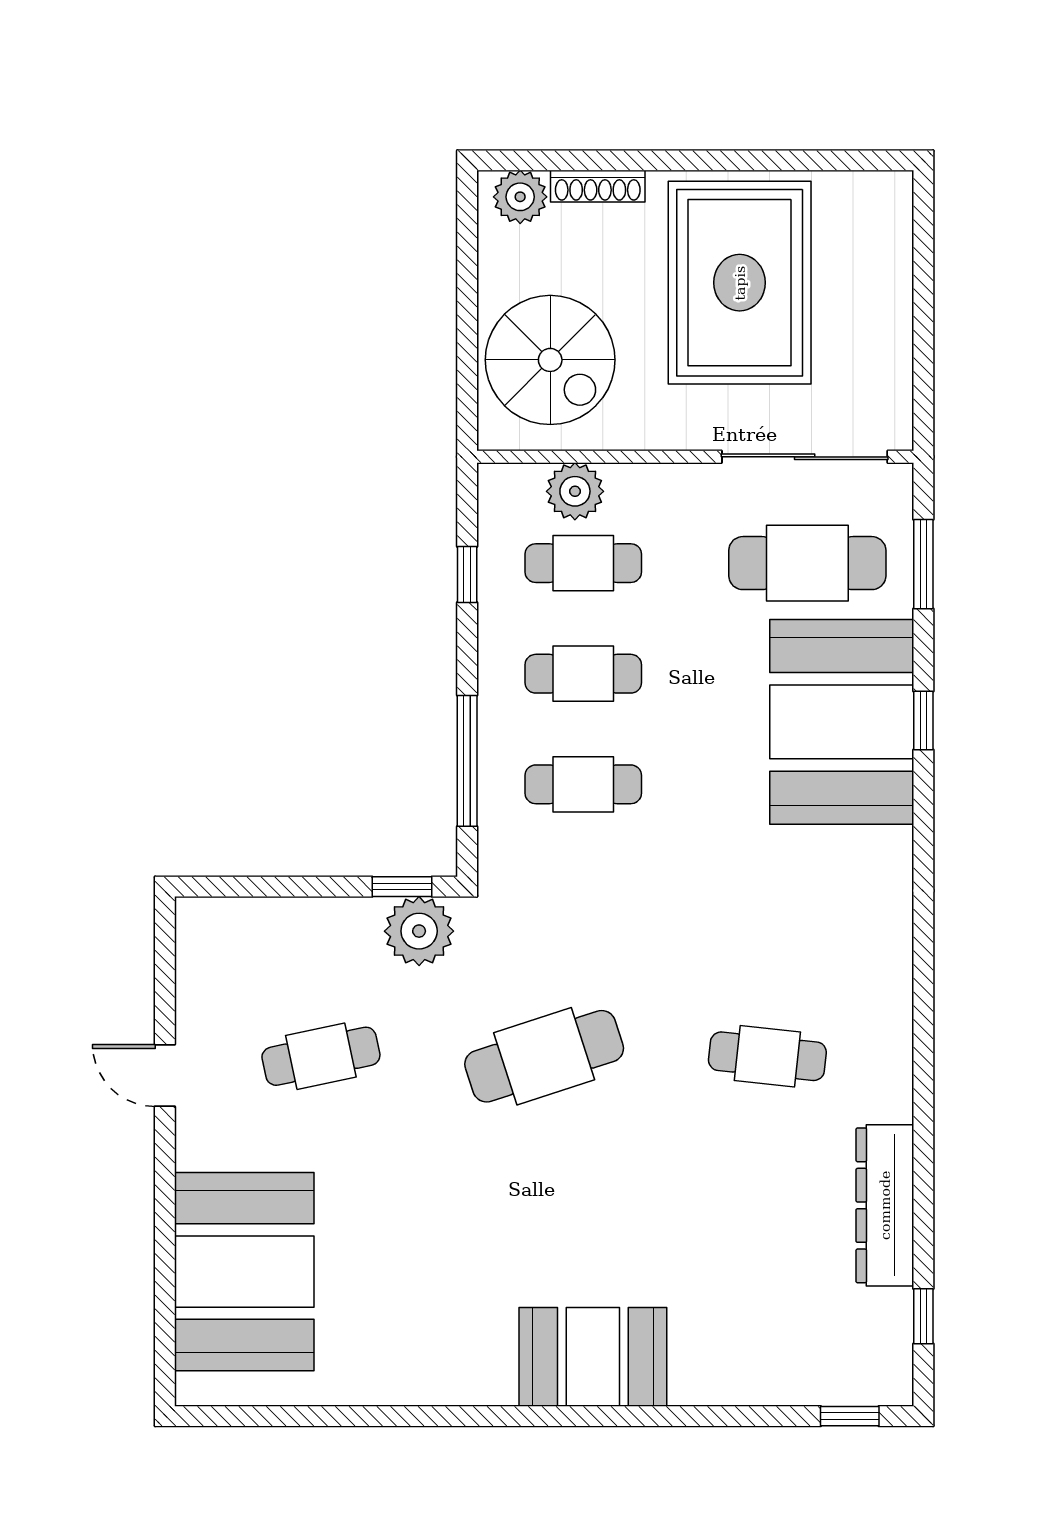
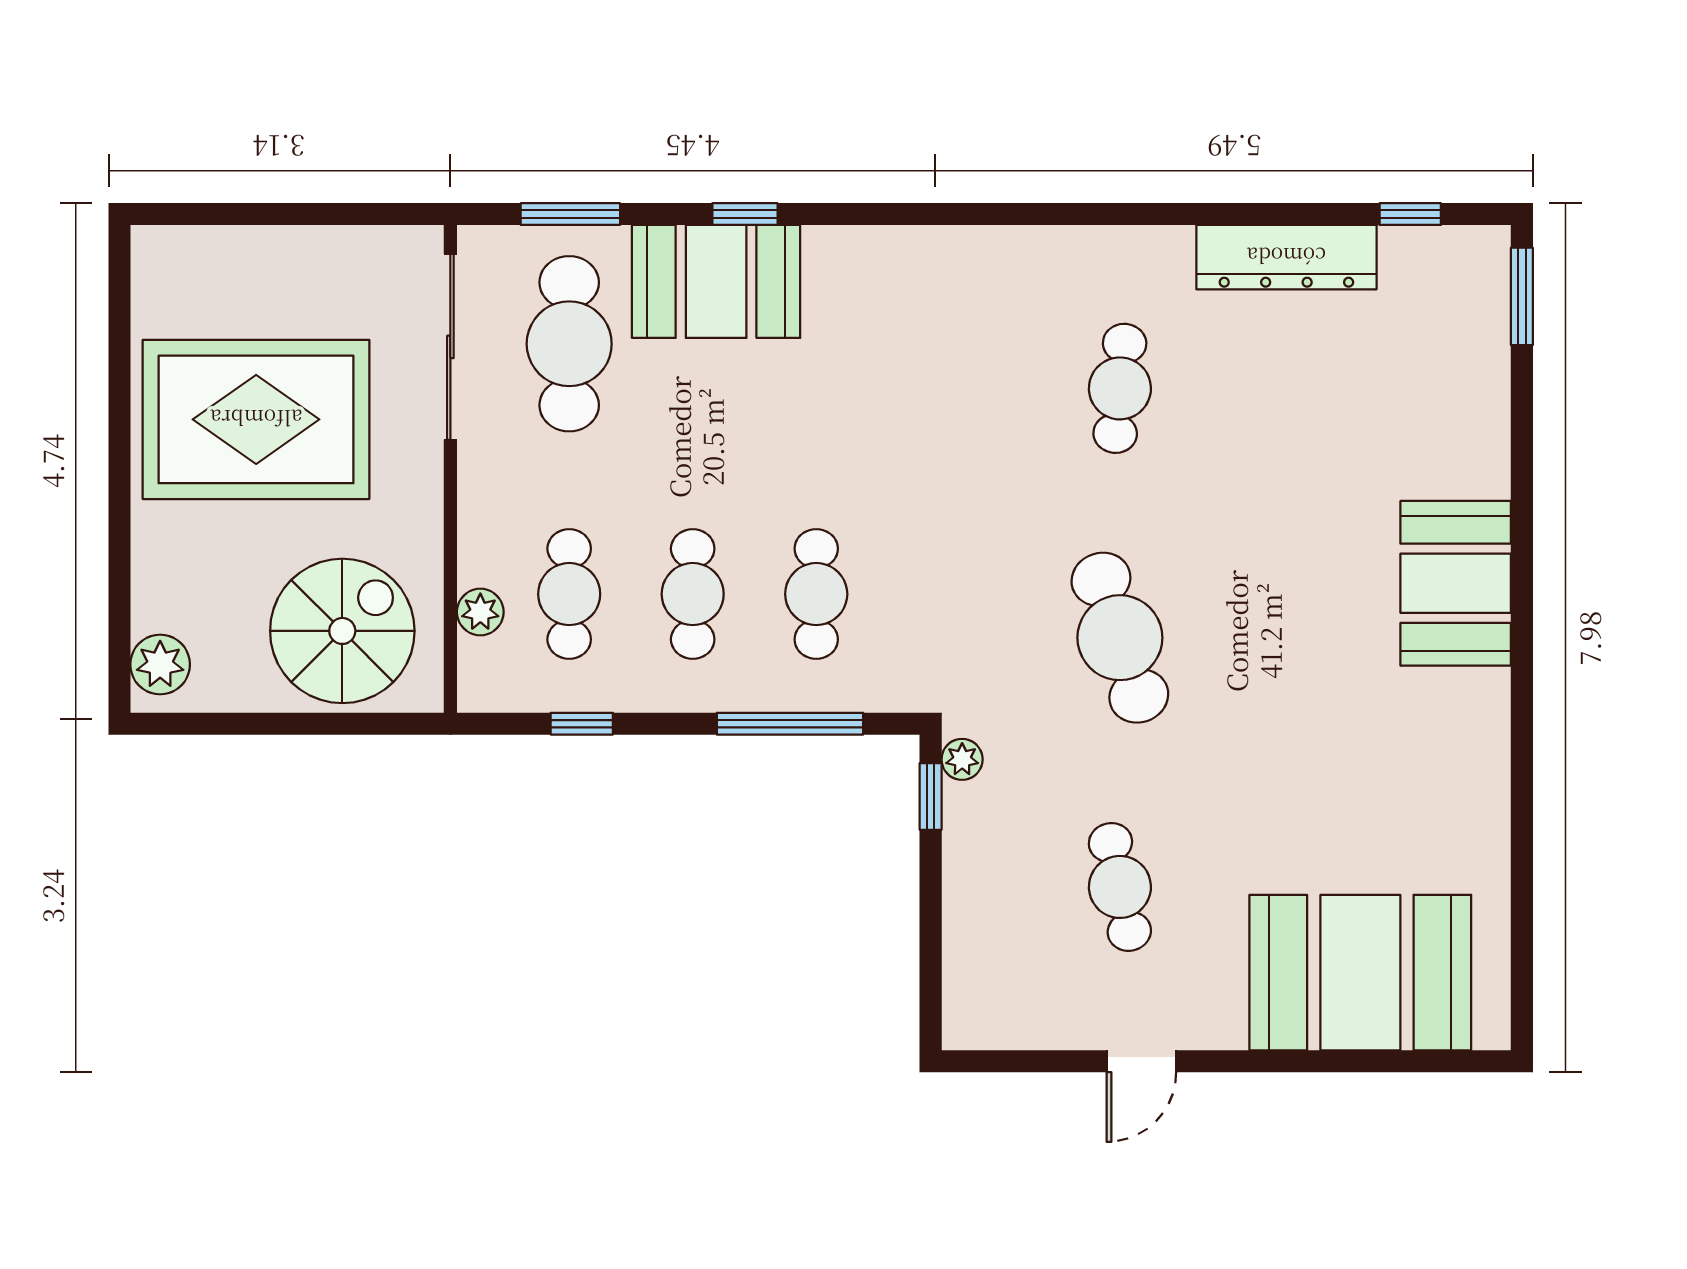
shoe rack: (598, 186) -> (148, 578), removed
plant: (575, 491) -> (480, 612), width x0.73, depth x0.73
booth: (842, 722) -> (716, 281), width x0.73, depth x0.70
plant: (419, 931) -> (962, 759), width x0.53, depth x0.53
window: (850, 1416) -> (1522, 296), width x1.50

